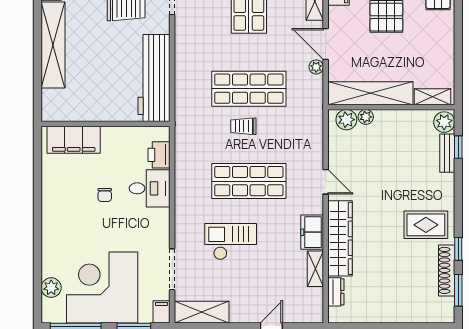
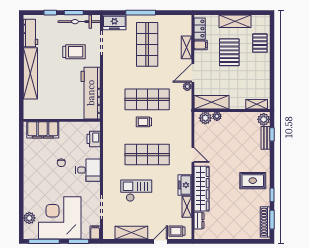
door: (326, 44) -> (193, 73), hinge flipped
shelving: (370, 93) -> (212, 102), width x0.68
desk: (150, 188) -> (88, 170), moved
shoe rack: (447, 270) -> (265, 222), moved
trolley: (299, 310) -> (177, 231), added
shelving: (202, 312) -> (131, 233), moved

